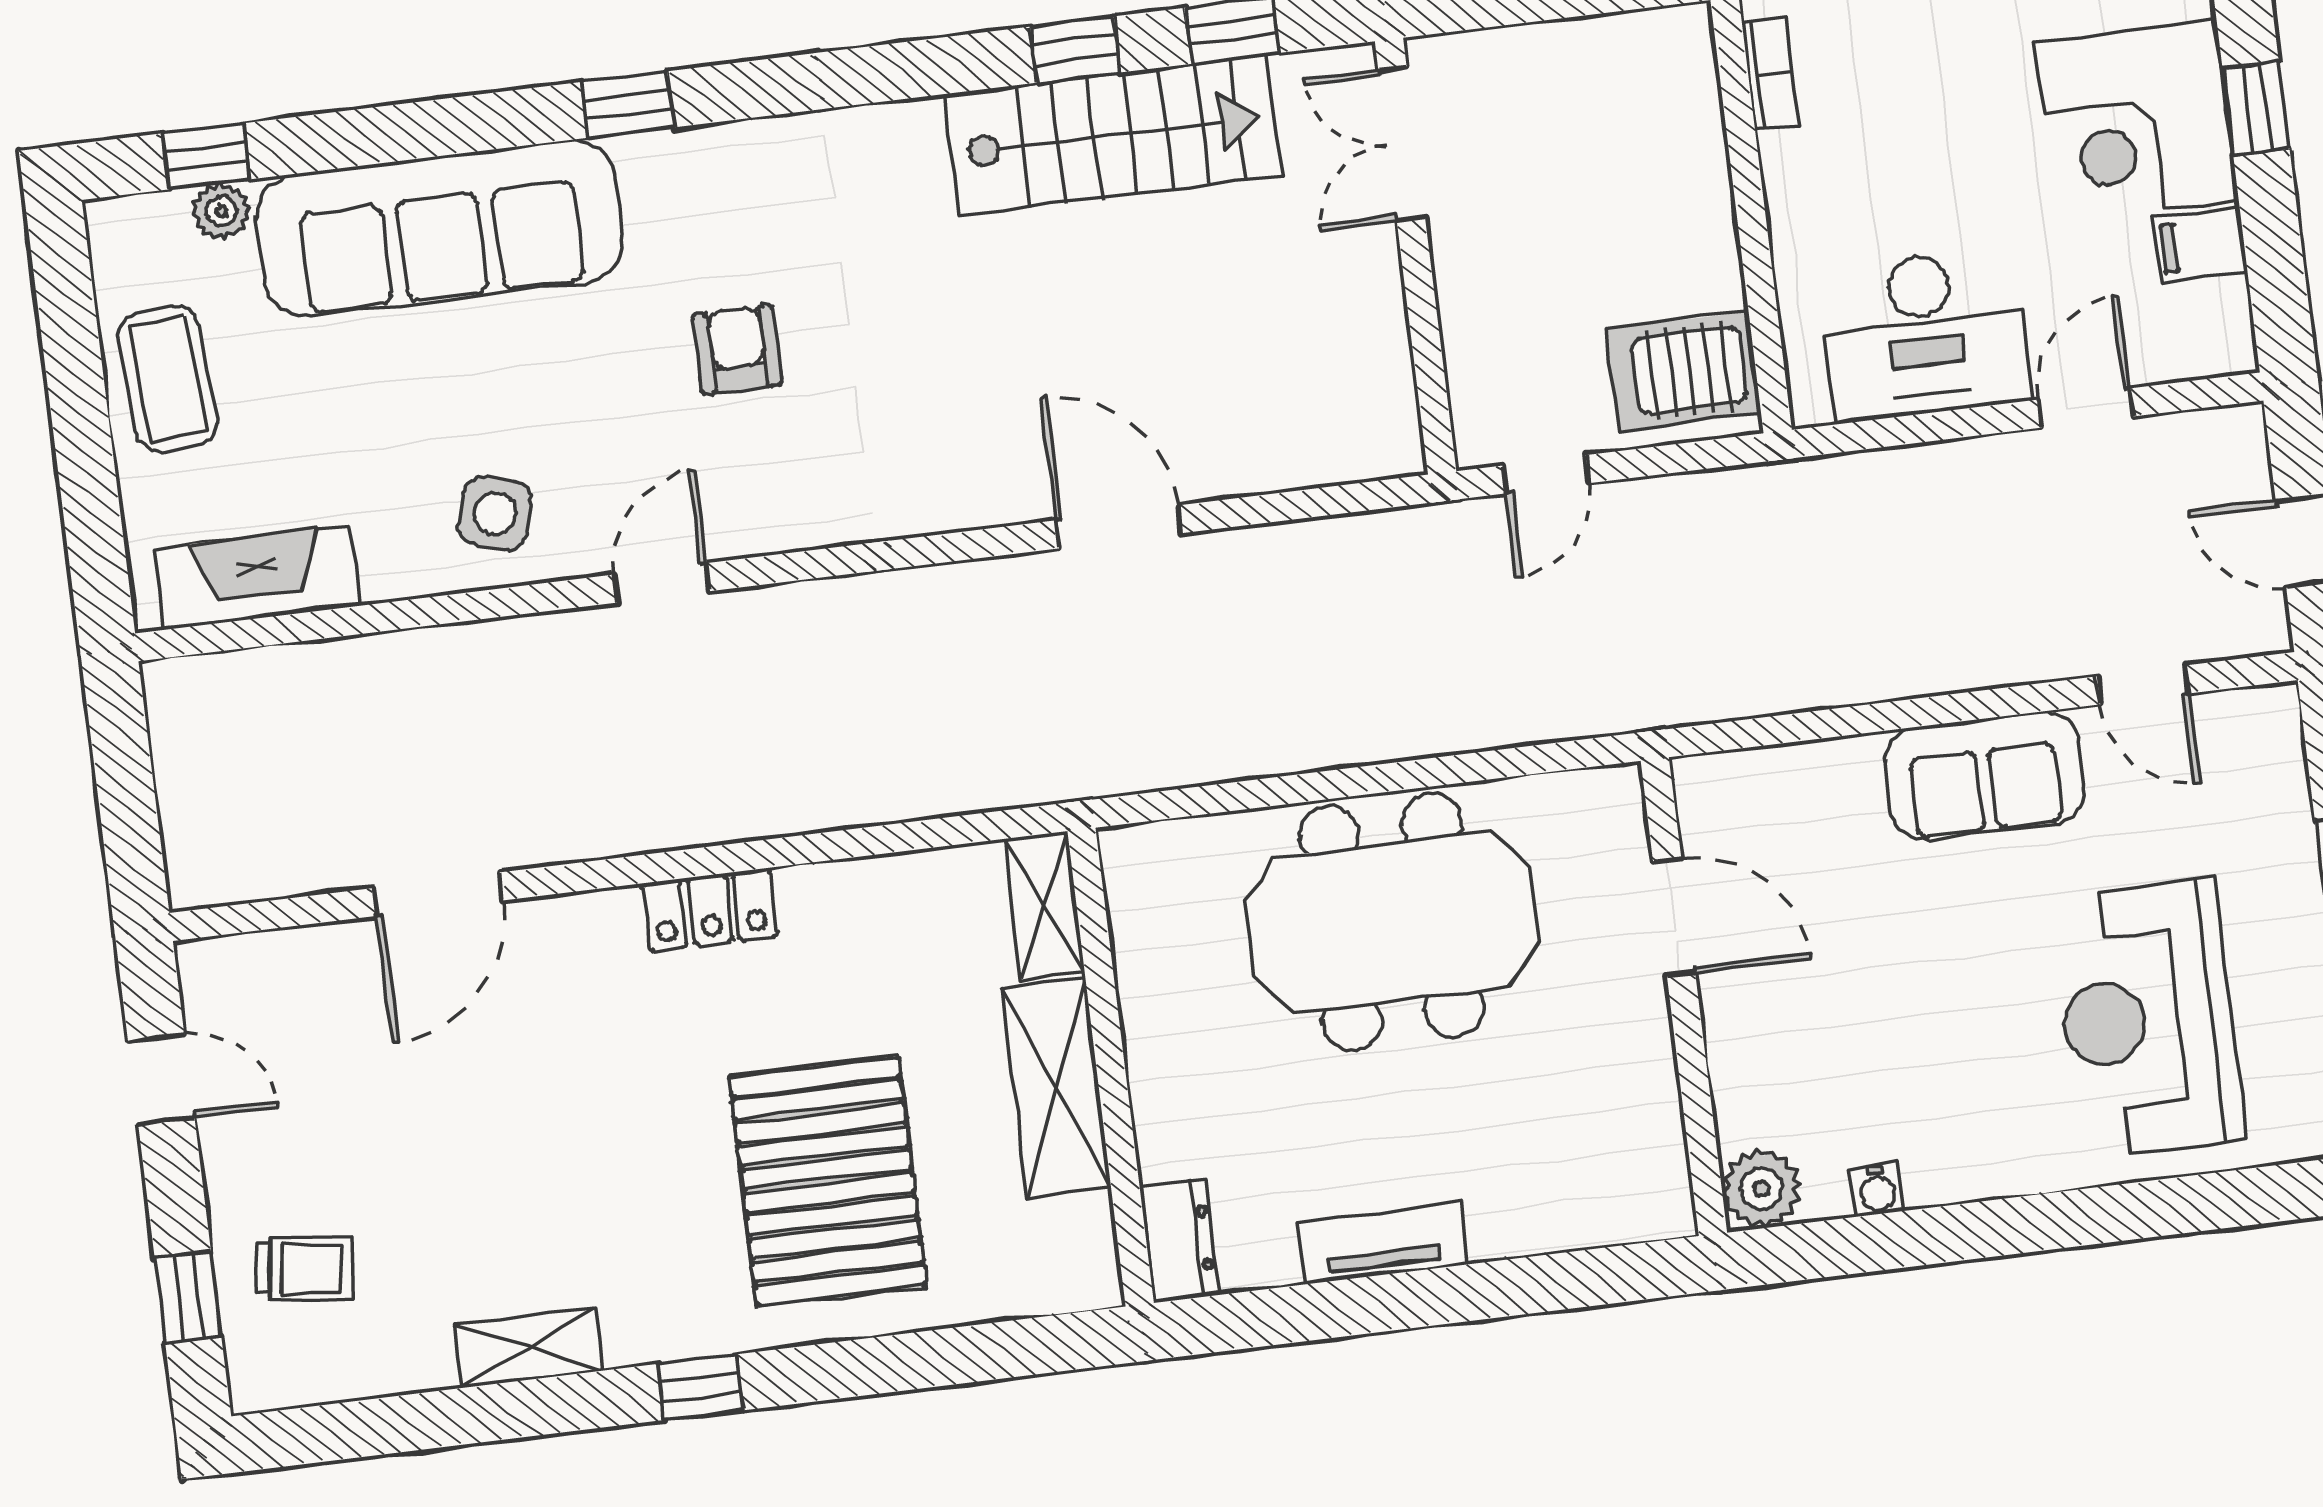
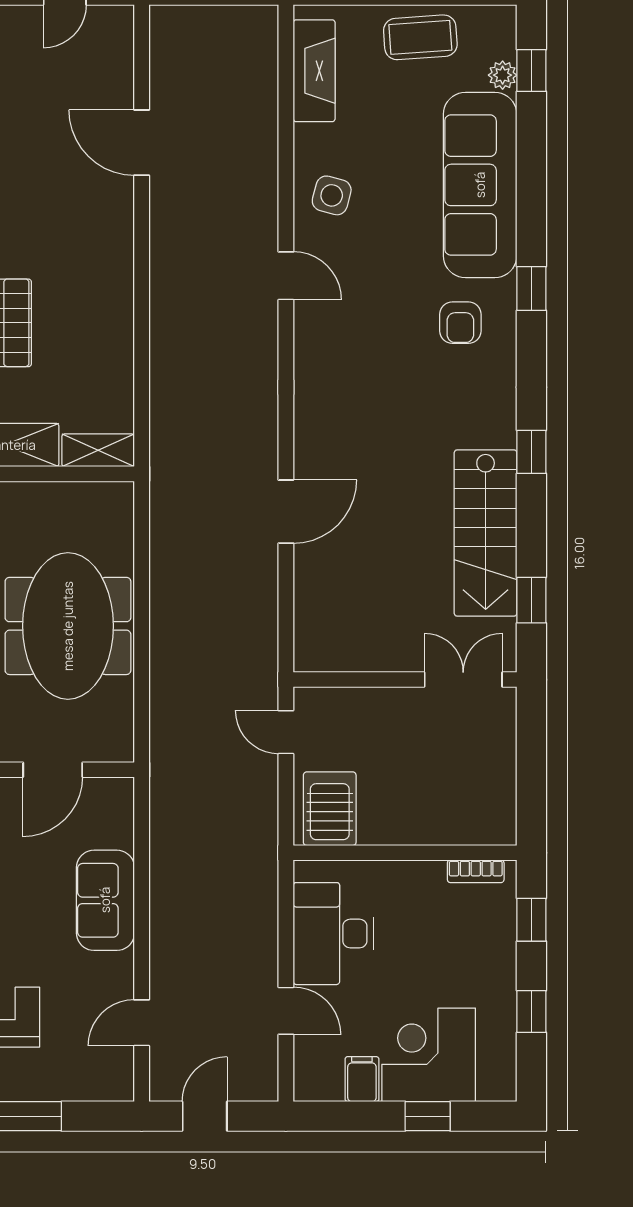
window: (1075, 50) -> (531, 452), moved
armchair: (737, 350) -> (460, 323), moved, turned 90
sofa: (1984, 775) -> (105, 900), moved
locker: (710, 910) -> (117, 280), removed

